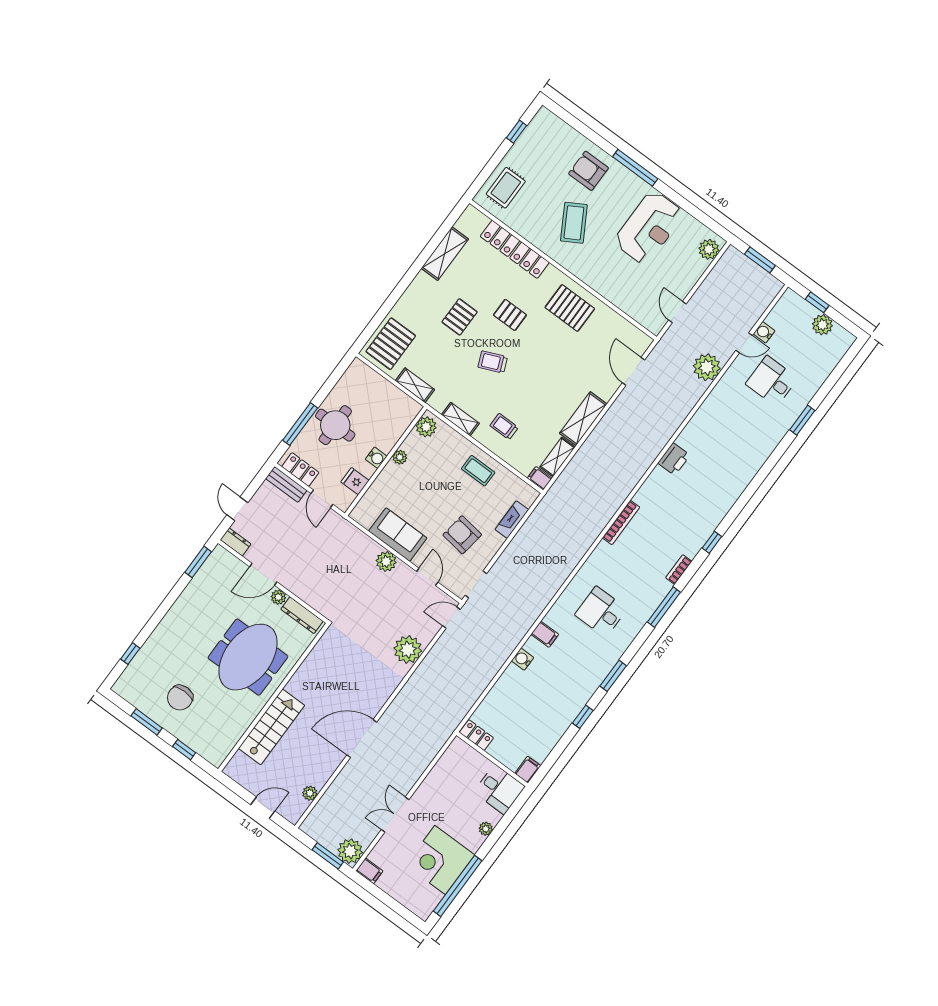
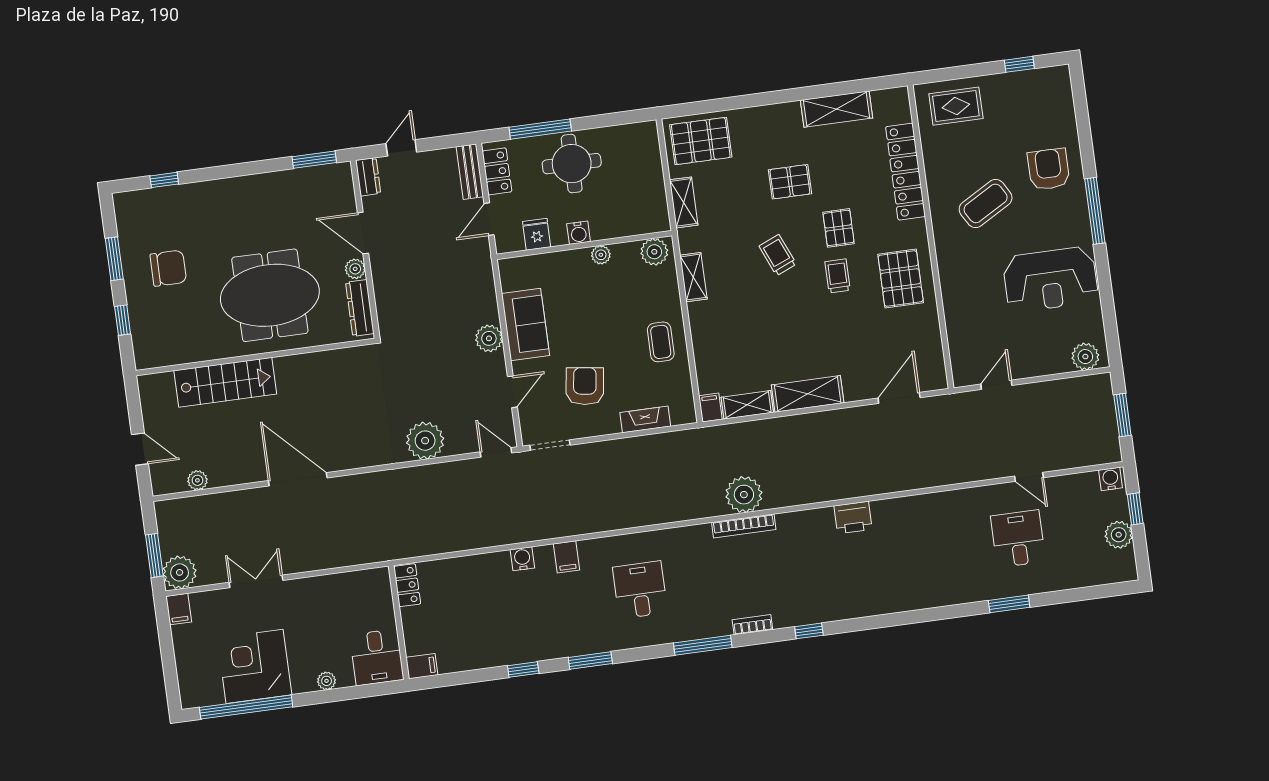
water cooler: (764, 332) -> (1111, 479), moved
plant: (707, 367) -> (744, 495), moved
trolley: (504, 427) -> (838, 276), moved
chair: (180, 698) -> (168, 268), turned 180

